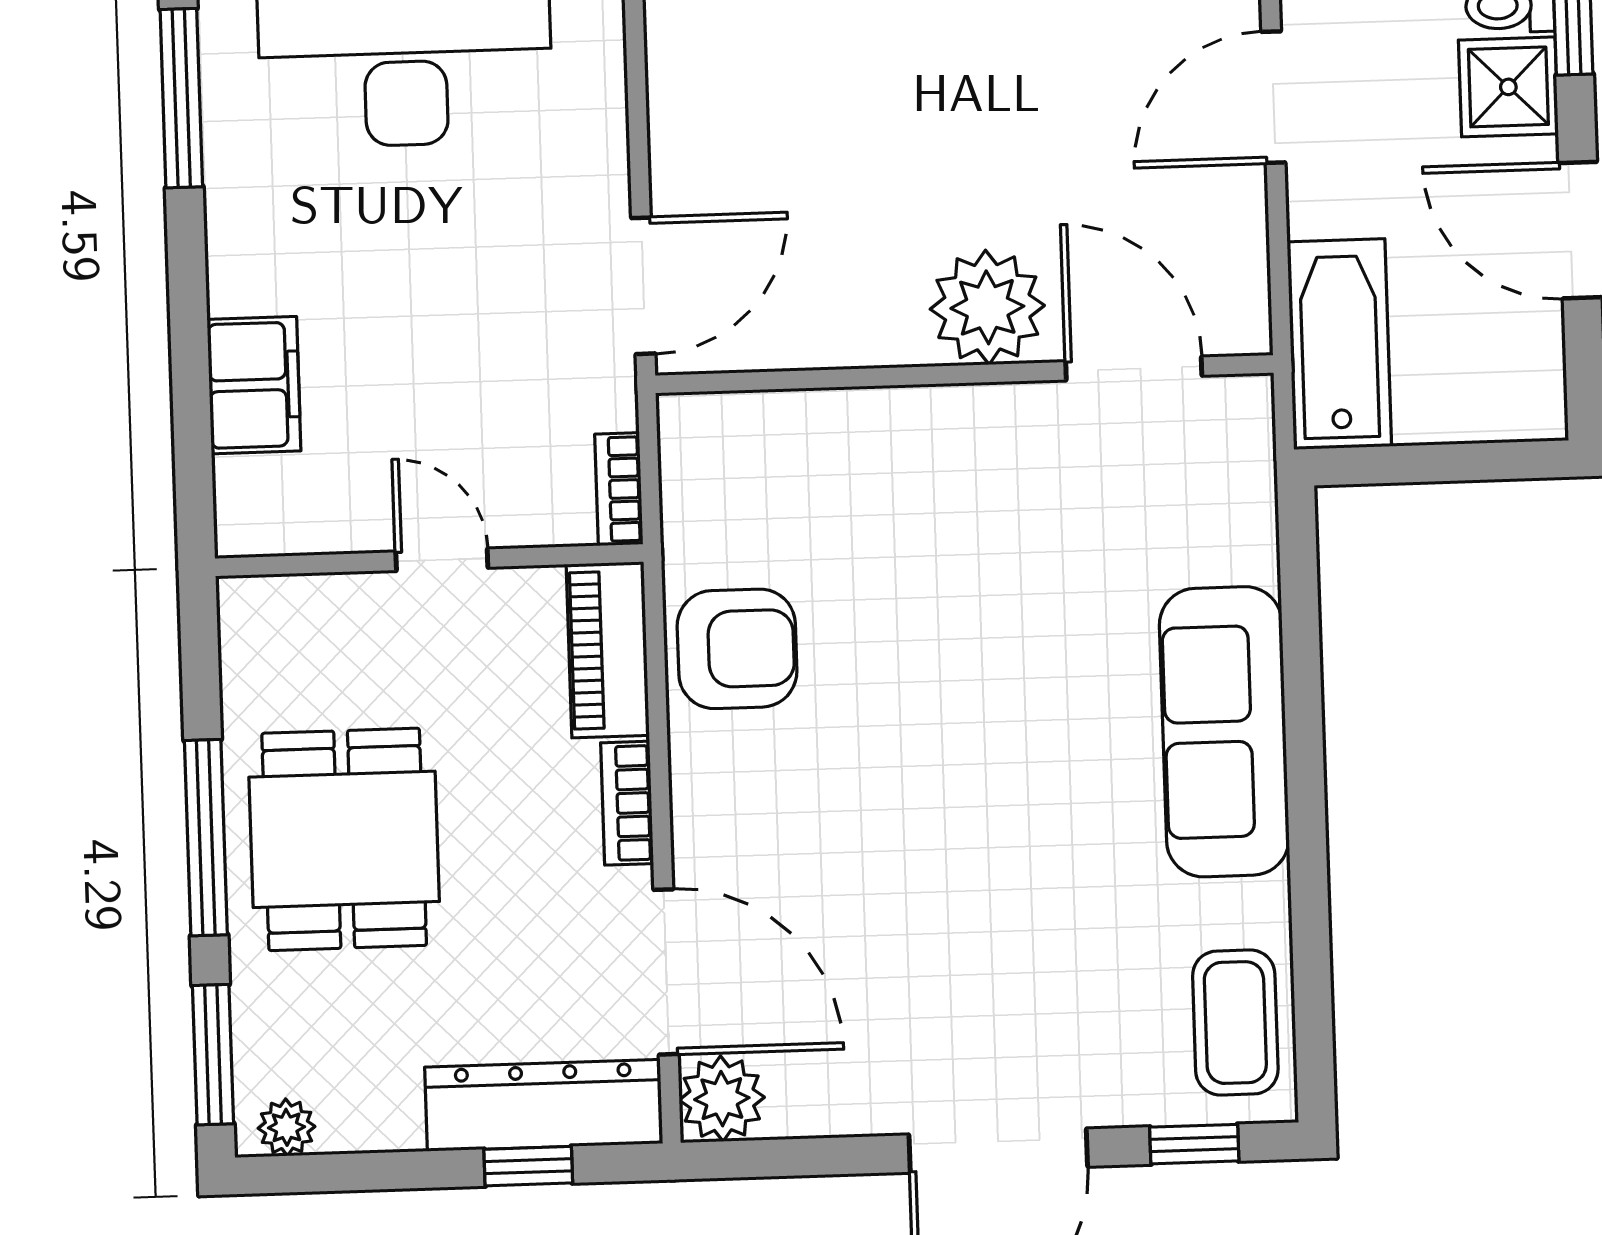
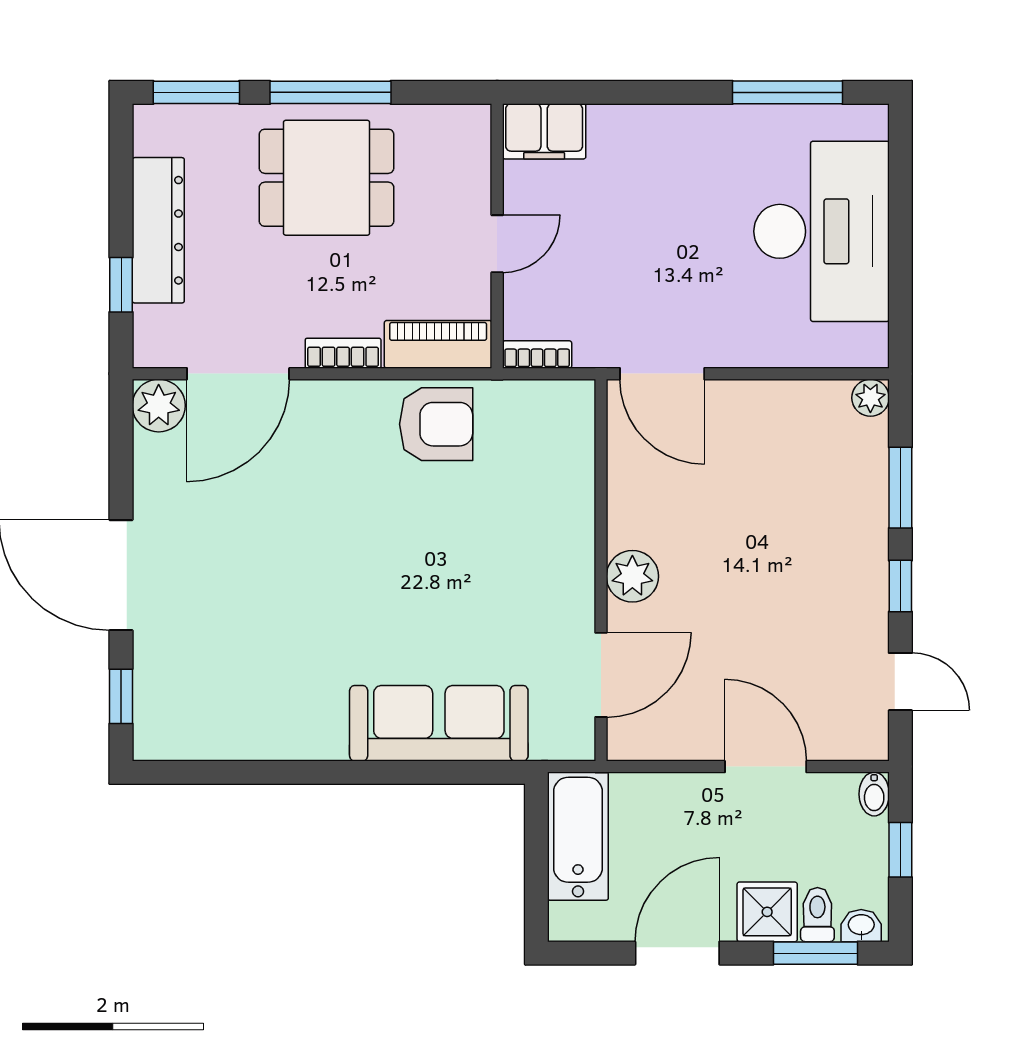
plant: (987, 307) -> (632, 576), width x0.73, depth x0.73
bathtub: (1339, 344) -> (578, 836), moved, turned -90
filing cabinet: (254, 385) -> (544, 131), moved
armchair: (737, 649) -> (436, 424), turned -90
sofa: (1224, 732) -> (439, 723), moved
coffee table: (1235, 1023) -> (195, 724), removed
dresser: (544, 1105) -> (158, 230), moved
plant: (287, 1127) -> (150, 136), removed

